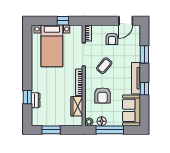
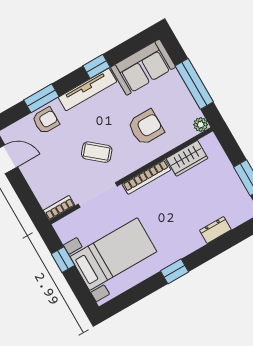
armchair: (112, 39) -> (46, 120), moved
window: (27, 97) -> (174, 271), moved
floor lamp: (102, 121) -> (188, 105), removed

